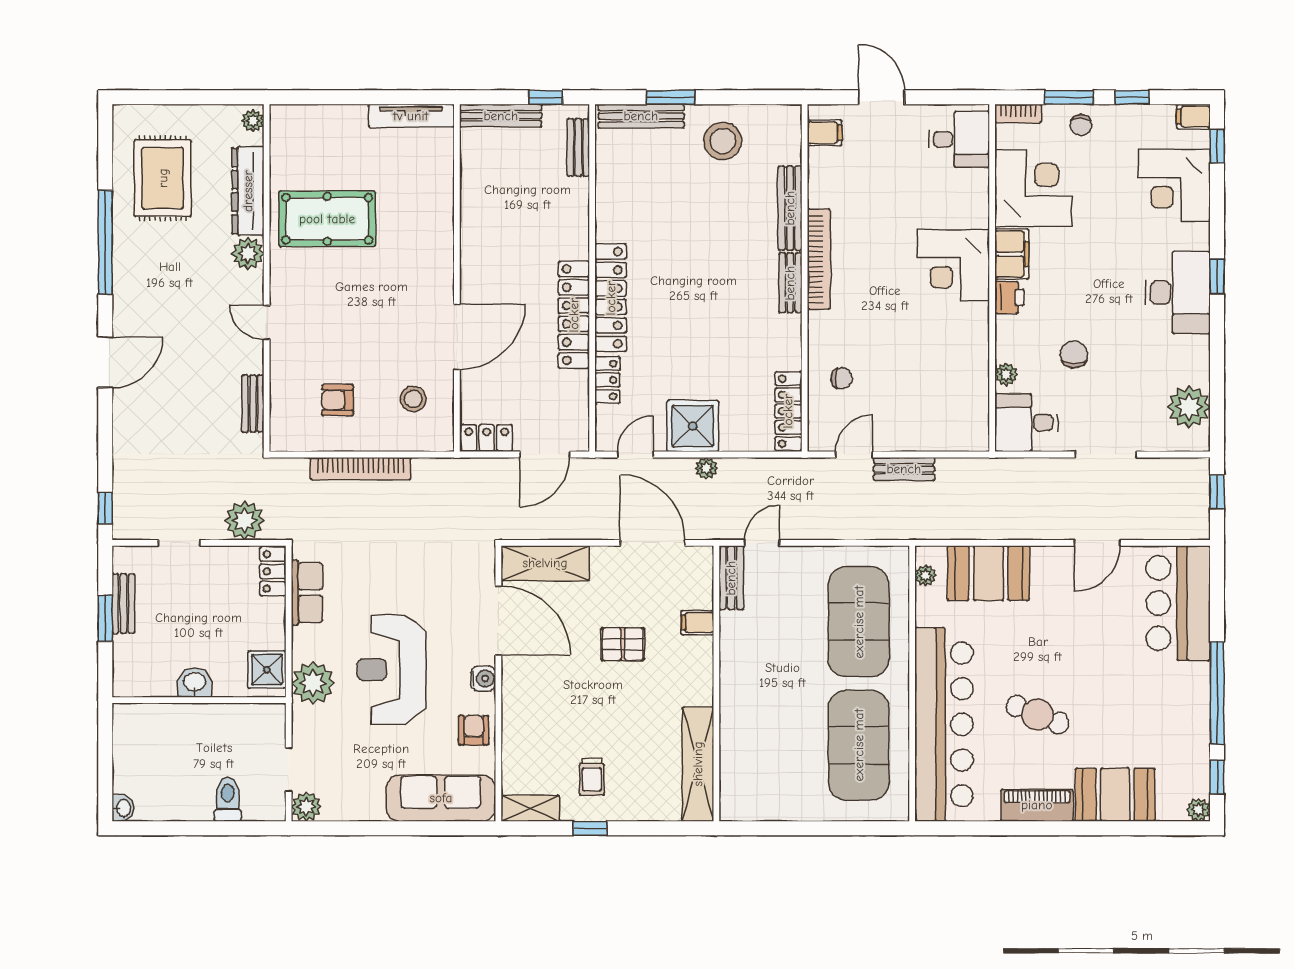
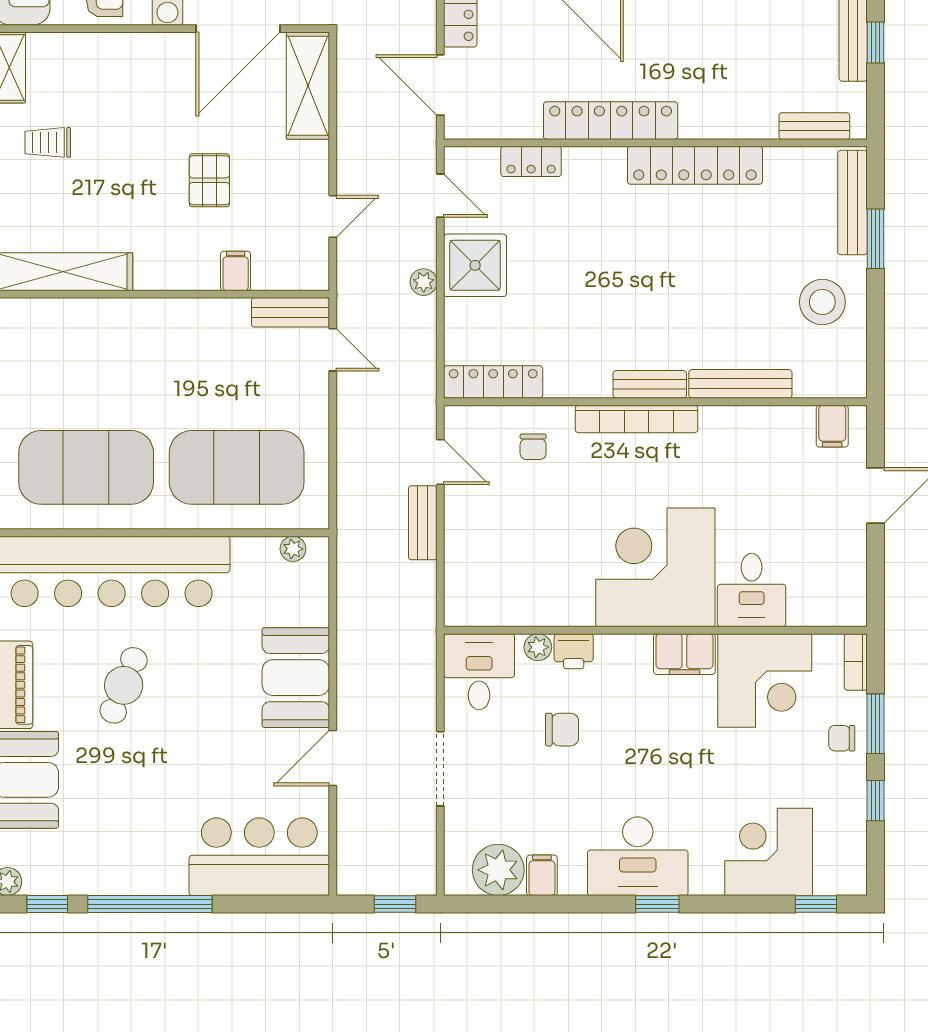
window: (546, 97) -> (876, 42), moved
filing cabinet: (1193, 117) -> (542, 875), moved
desk: (959, 139) -> (752, 590), moved
bookcase: (819, 259) -> (637, 419), moved
corner desk: (954, 265) -> (655, 567), width x1.36, depth x1.36
printer: (1009, 297) -> (574, 651), moved
locker: (611, 298) -> (695, 165), moved
door: (653, 543) -> (333, 216), width x0.53
door: (1097, 543) -> (333, 758), hinge flipped
booth: (988, 573) -> (296, 678), moved

